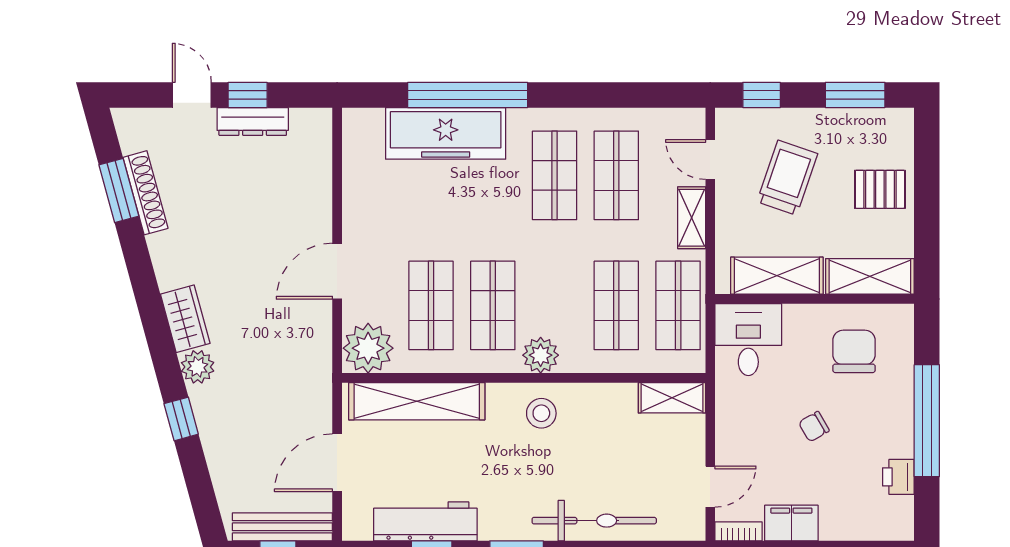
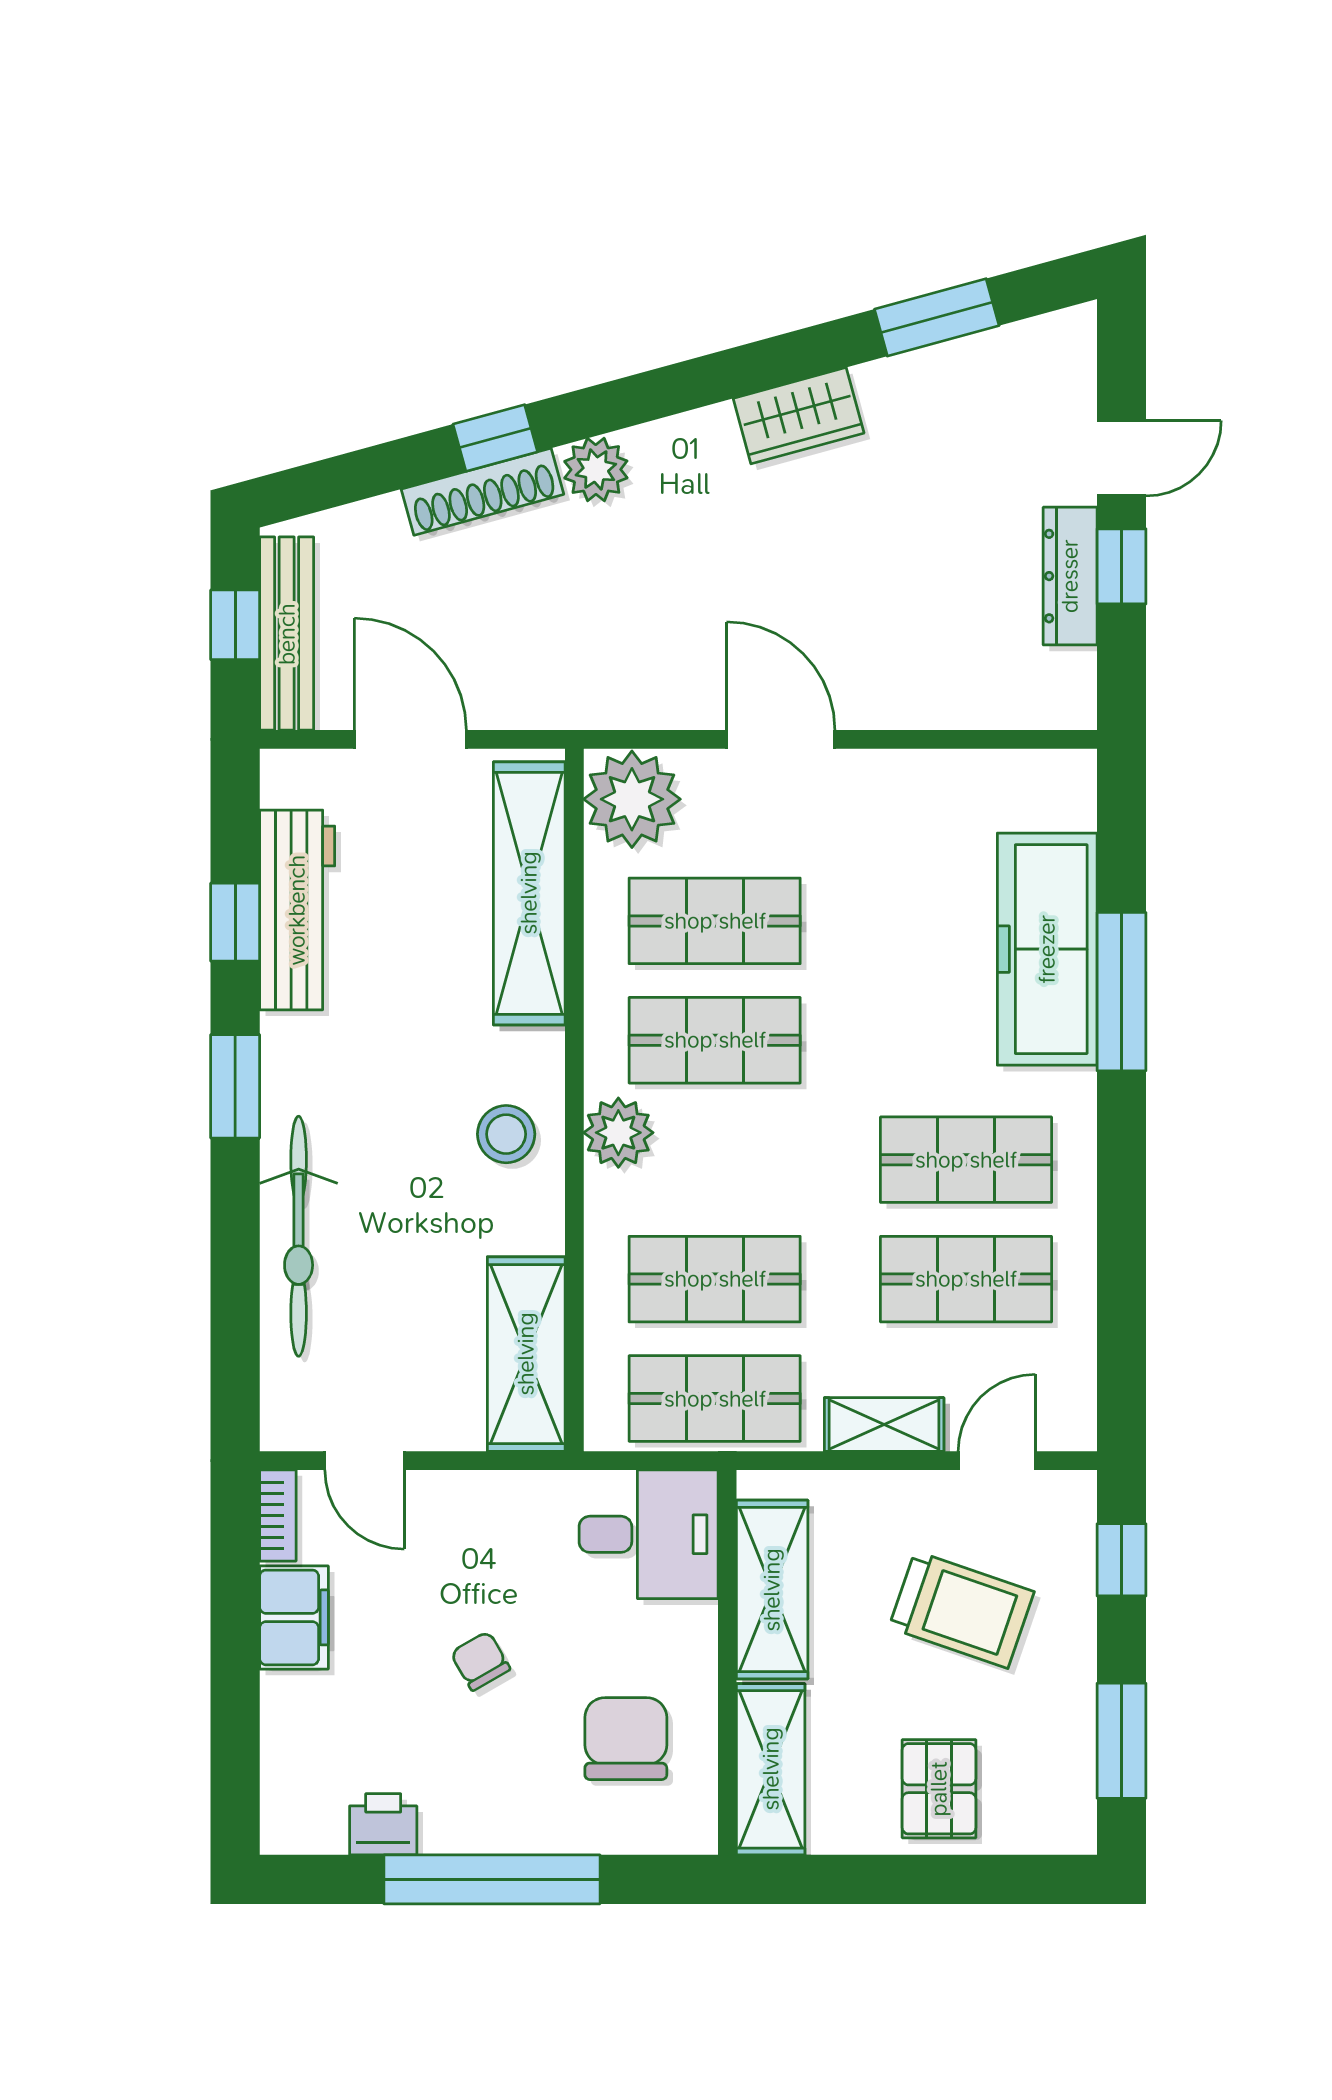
window: (468, 95) -> (1121, 992), width x0.68
shoe rack: (146, 193) -> (482, 492), moved
wardrobe: (185, 319) -> (799, 416), moved
chair: (854, 351) -> (626, 1739), turned -90
shelving: (672, 398) -> (526, 1354), width x1.50, depth x1.33

